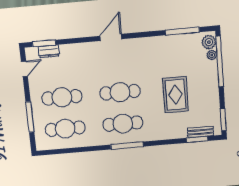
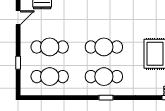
window: (30, 117) -> (18, 63), width x0.46
window: (127, 146) -> (106, 98), width x0.46

